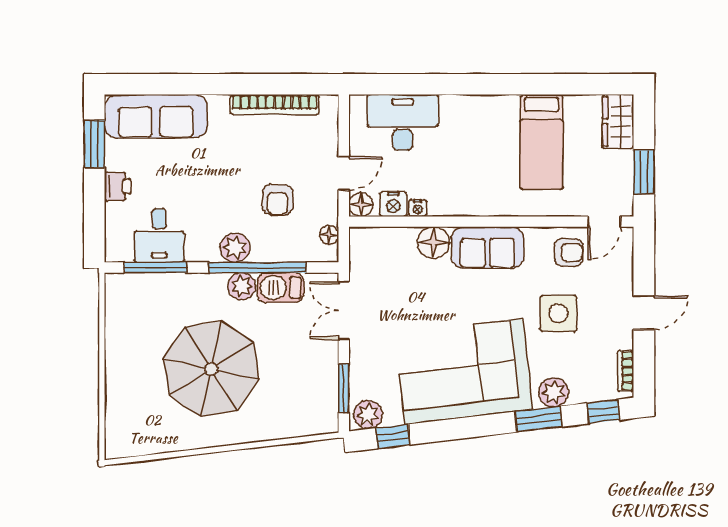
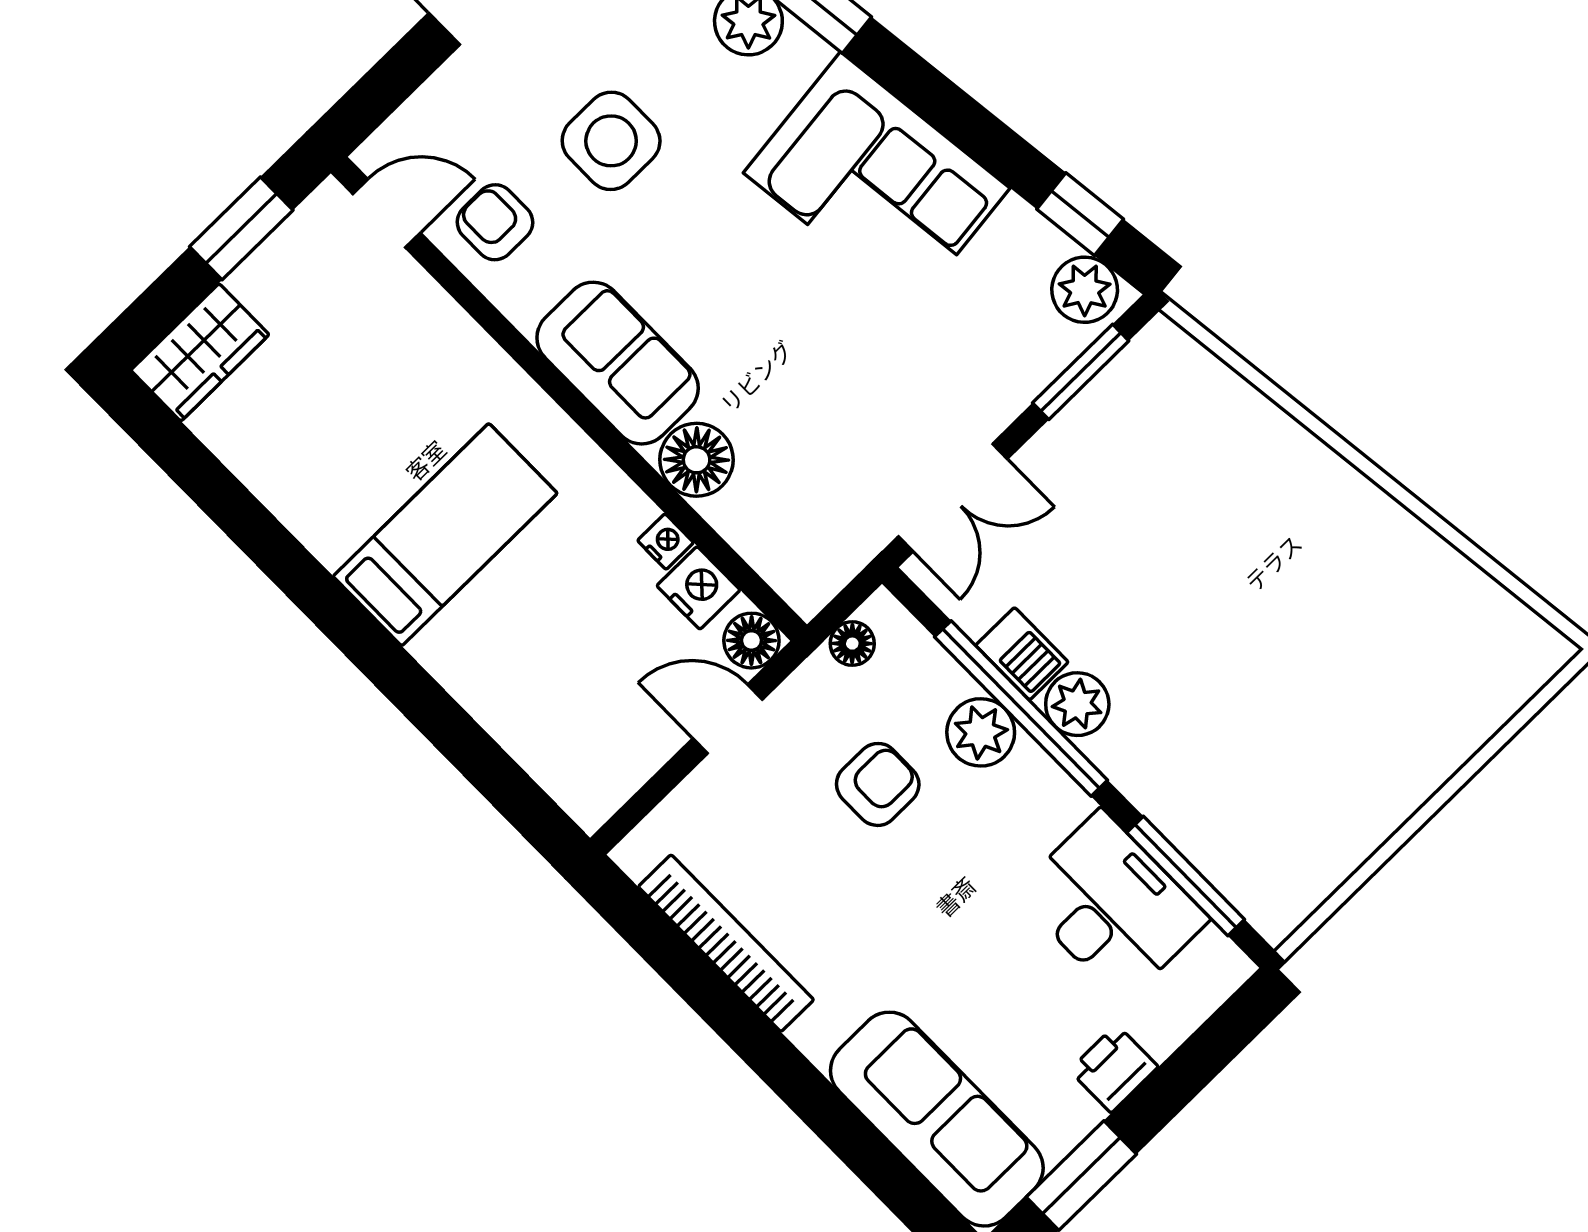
desk: (403, 122) -> (549, 704), removed
bed: (542, 142) -> (445, 535), moved
desk: (159, 235) -> (1112, 906), width x1.37
plant: (235, 248) -> (981, 732), moved
barbecue: (281, 288) -> (1022, 654), width x0.73, depth x0.79
parasol: (211, 369) -> (1262, 621), removed
corner sofa: (464, 372) -> (877, 180), width x0.73, depth x0.74

